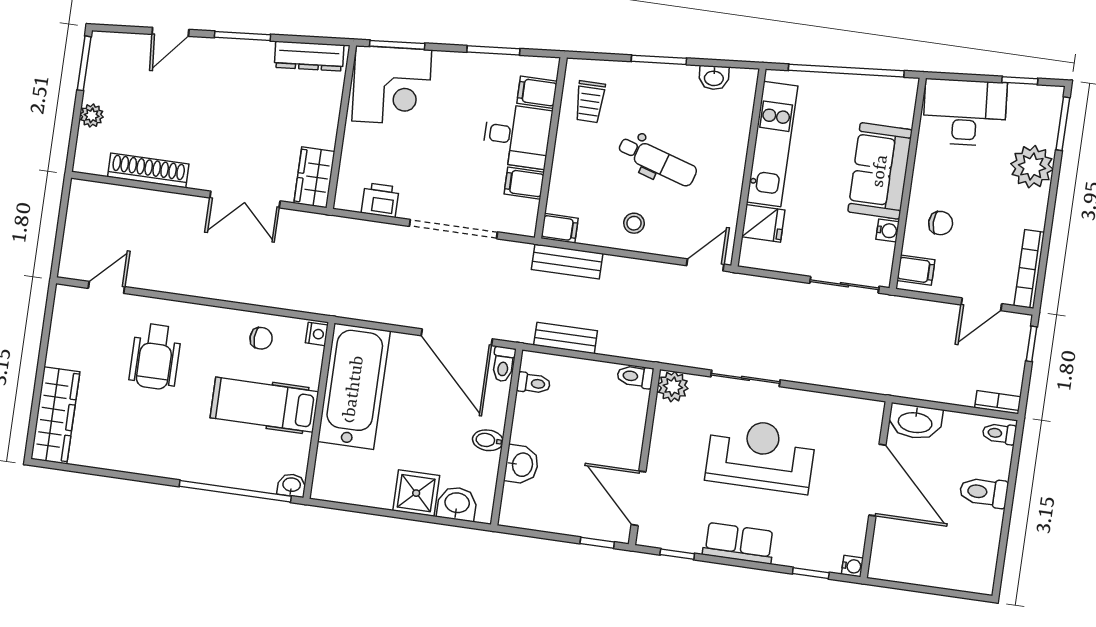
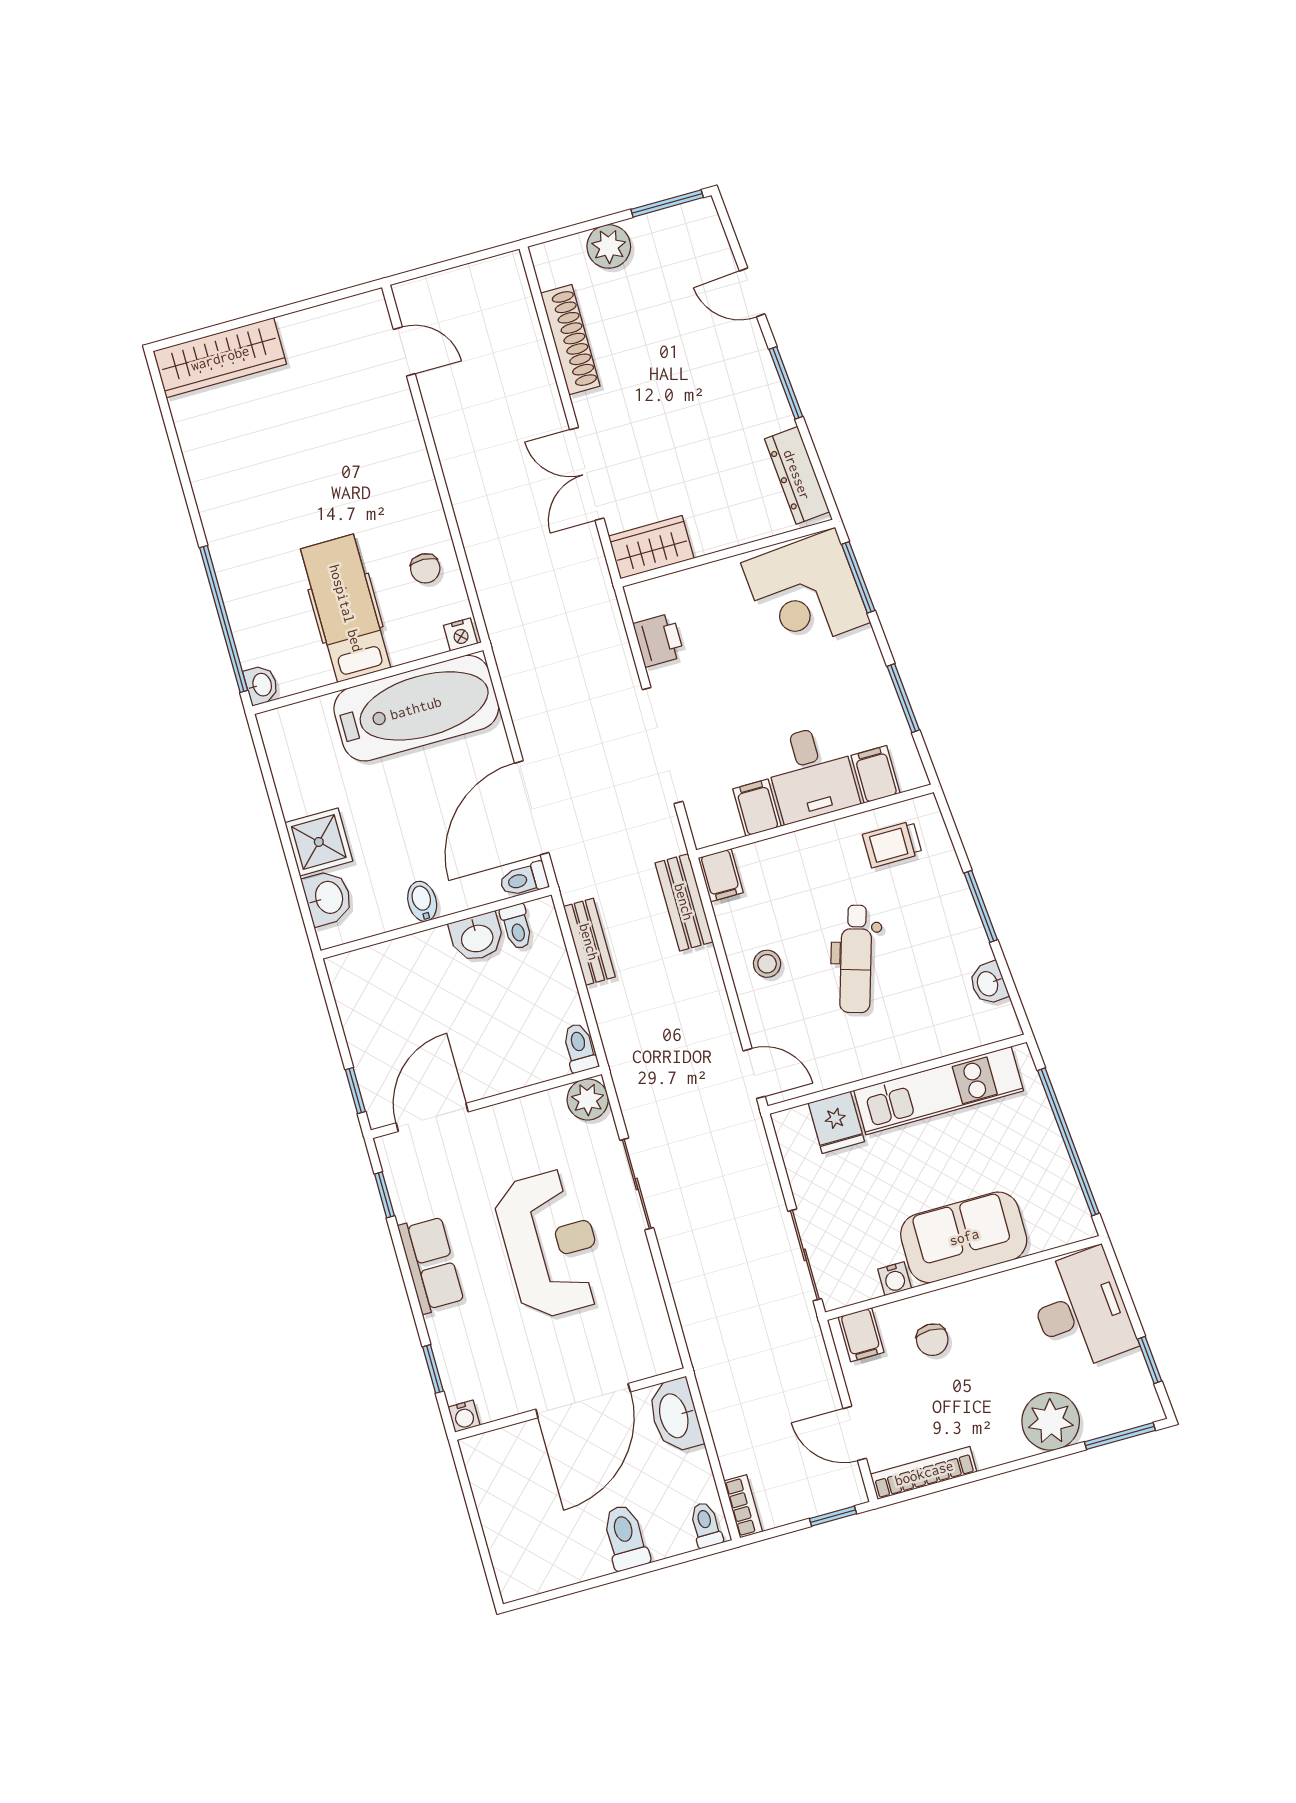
plant: (92, 115) -> (609, 246), width x1.38, depth x1.38
wheelchair: (155, 357) -> (346, 448), removed
washbasin: (522, 465) -> (477, 937), moved

